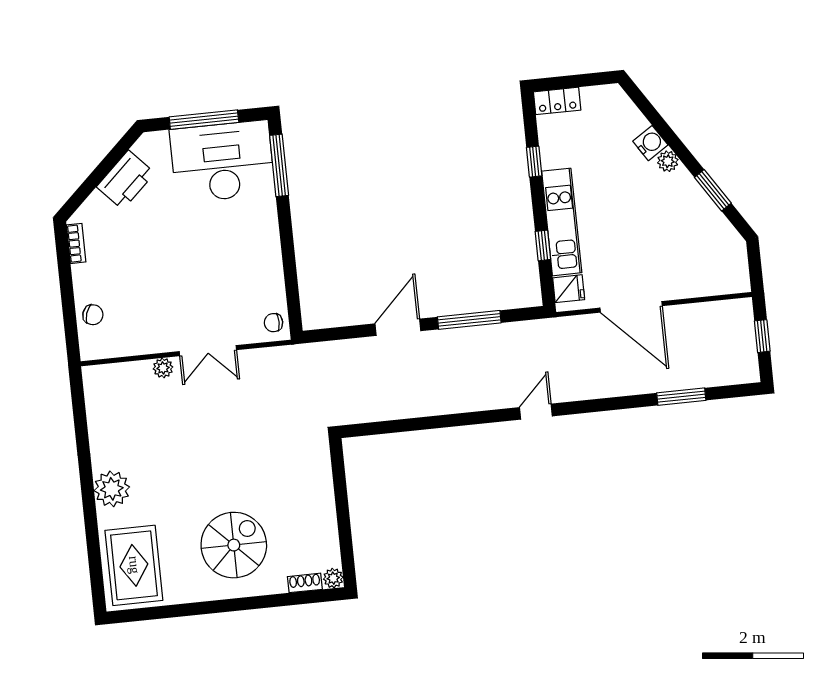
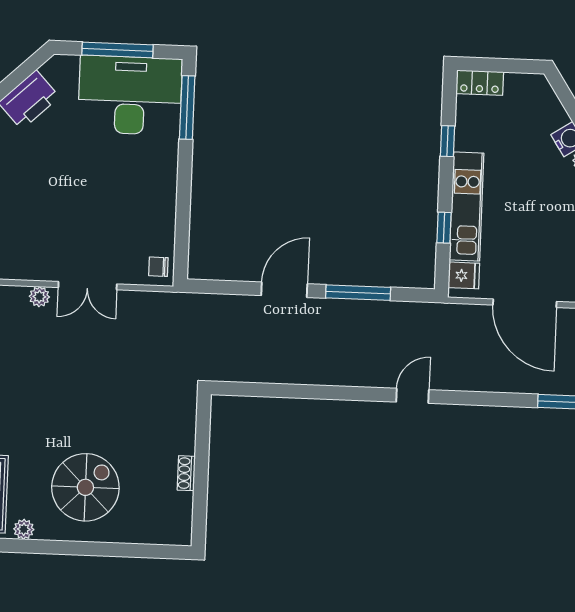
plant: (333, 578) -> (24, 529), moved
shoe rack: (305, 583) -> (186, 473), moved, turned -90

